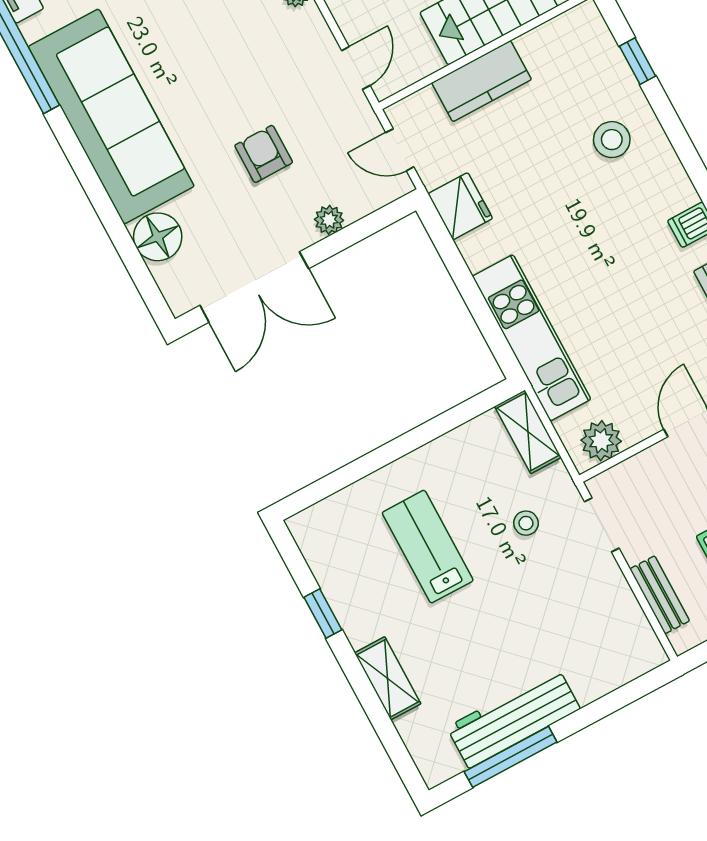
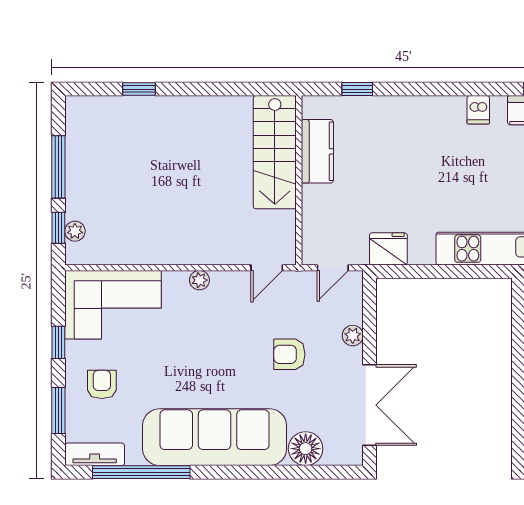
door: (356, 68) -> (267, 268), swing flipped
kitchen counter: (482, 81) -> (317, 151), moved
stool: (612, 140) -> (398, 132), removed

